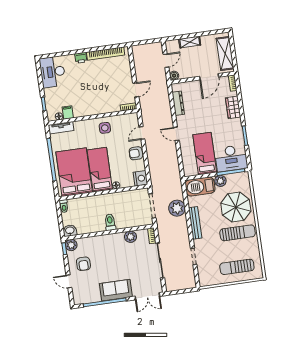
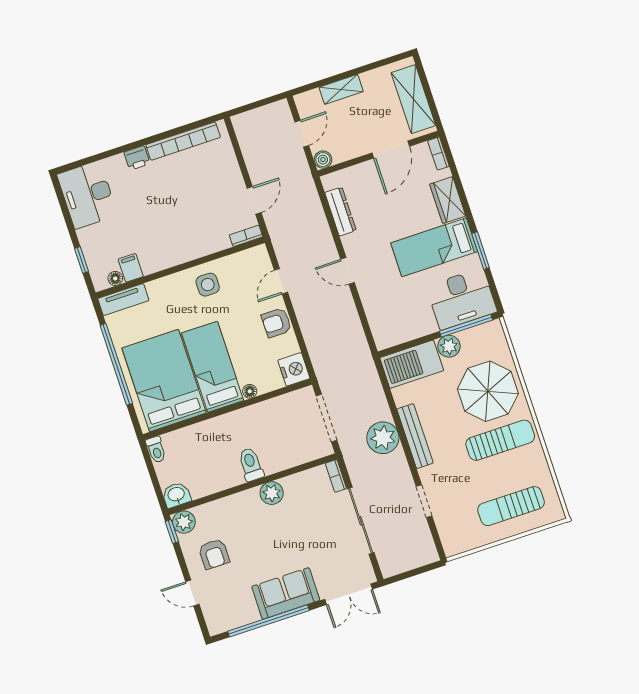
bed: (205, 154) -> (434, 247), moved, turned -90
plant: (177, 208) -> (383, 438), moved
plant: (130, 237) -> (272, 493), moved

